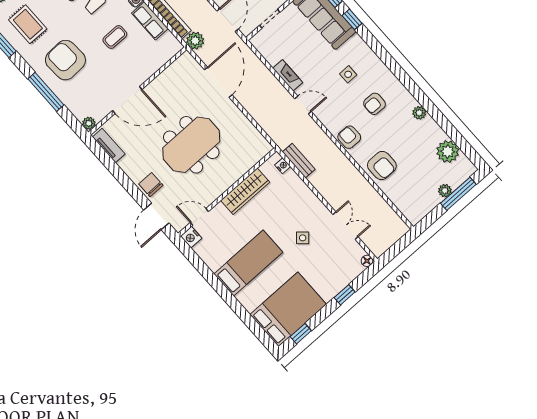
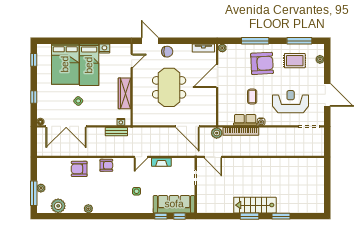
armchair: (375, 104) -> (112, 191), removed
double door: (345, 226) -> (66, 126), width x1.87
nightstand: (191, 237) -> (104, 49), moved
bed: (288, 309) -> (65, 64), moved

